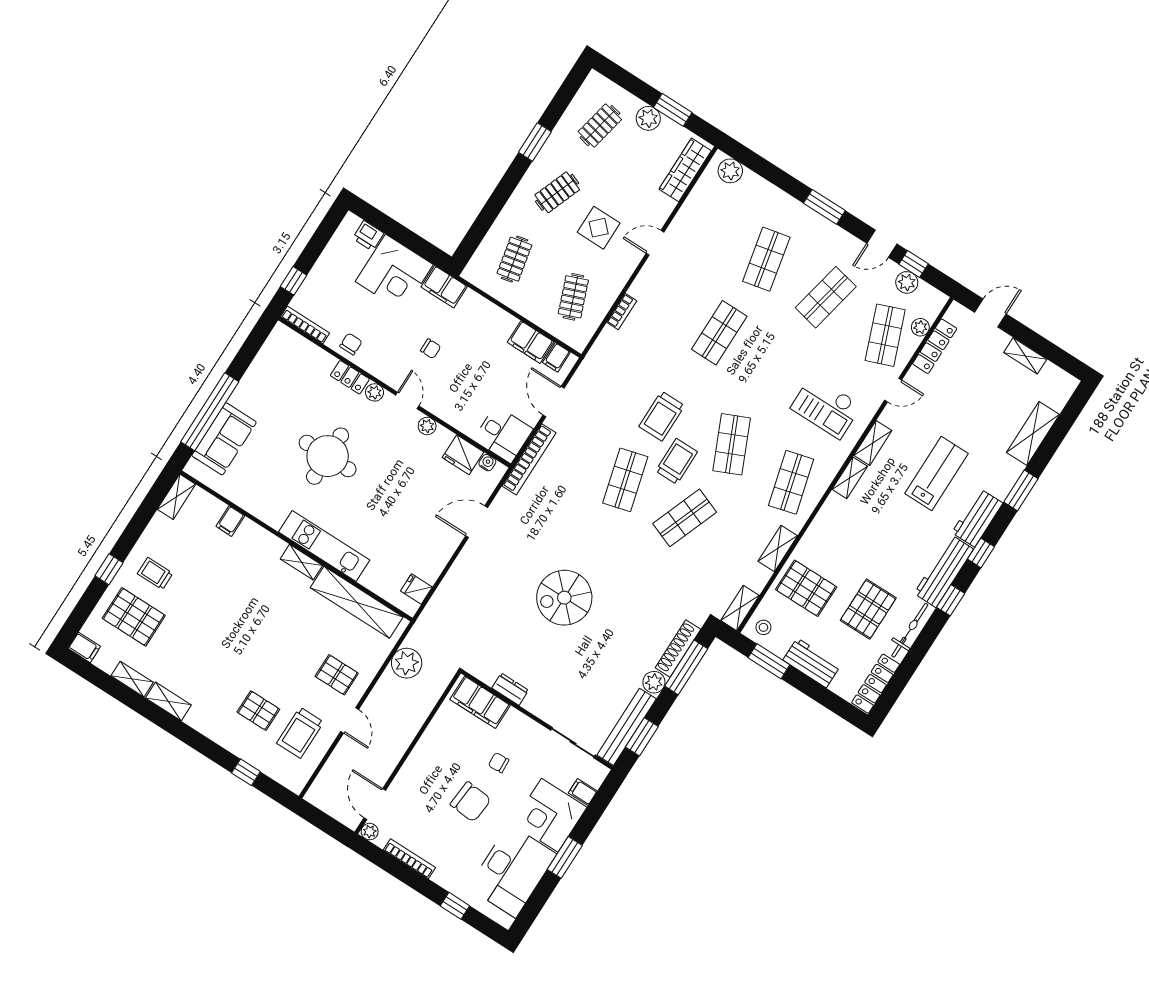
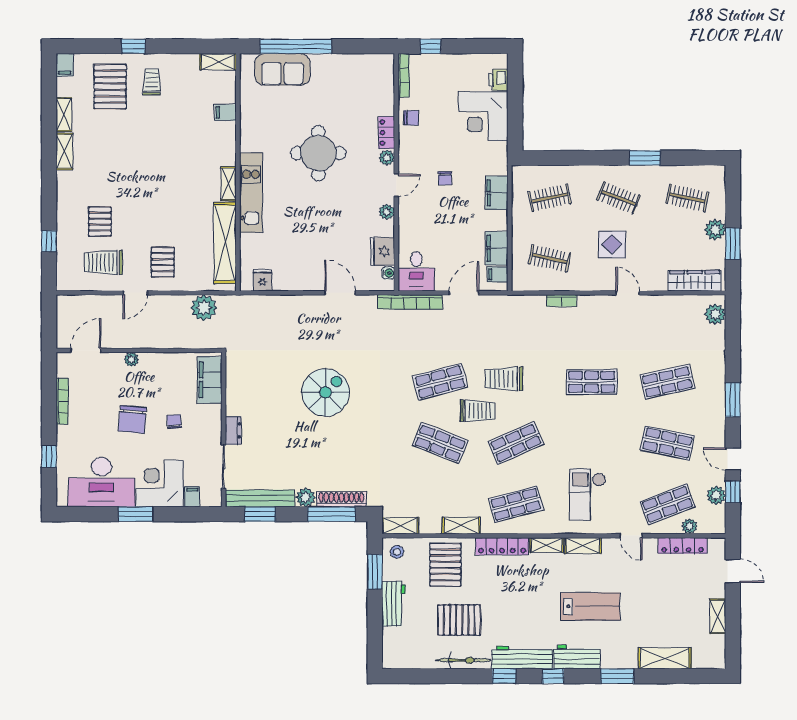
filing cabinet: (444, 287) -> (497, 193), moved
clothes rail: (573, 297) -> (550, 258), turned 33
spiral stairs: (564, 598) -> (326, 392), turned 90
locker: (876, 684) -> (502, 546), moved, turned 180
dresser: (510, 689) -> (233, 430), moved
plant: (370, 832) -> (131, 359), moved

